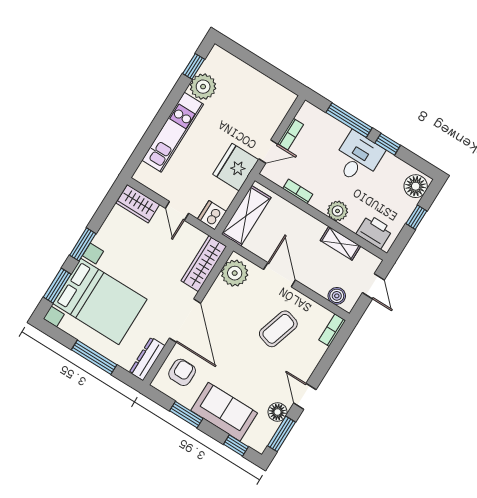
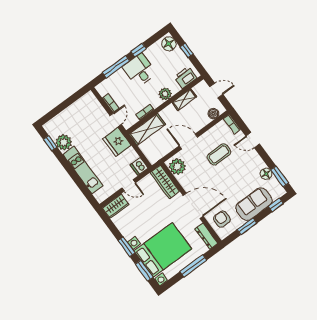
shelving: (246, 216) -> (147, 129), moved, turned 90
coffee table: (278, 329) -> (219, 154), turned 73
door: (305, 396) -> (253, 140), moved

